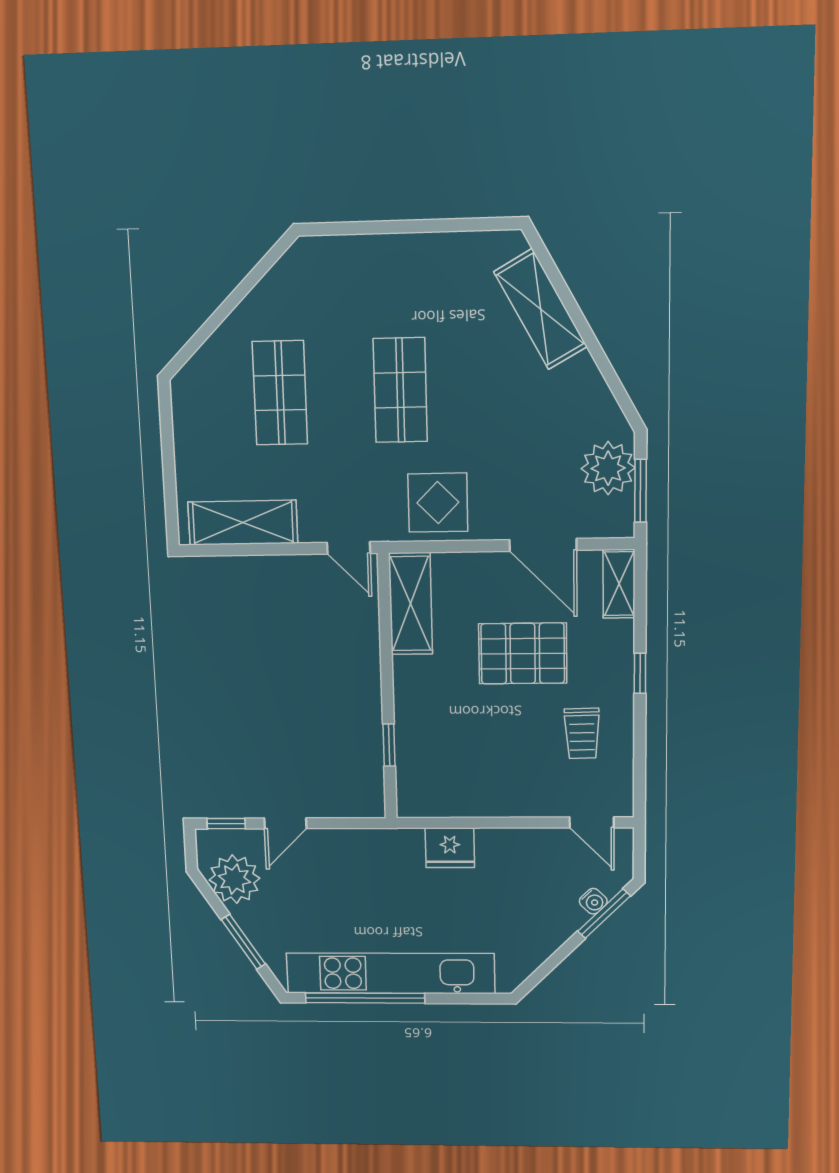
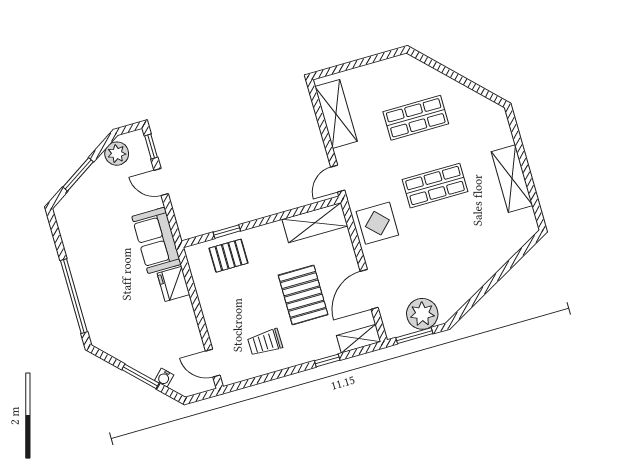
shelving: (541, 309) -> (512, 179), moved, turned -61
window: (640, 673) -> (327, 360), moved
pallet: (428, 753) -> (228, 256), added
door: (592, 822) -> (213, 363), hinge flipped
sofa: (375, 855) -> (156, 240), added
plant: (234, 879) -> (117, 154), width x0.73, depth x0.73
window: (604, 914) -> (140, 376), moved
kitchen unit: (390, 973) -> (83, 269), removed
window: (365, 998) -> (74, 296), moved

